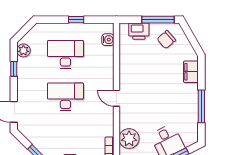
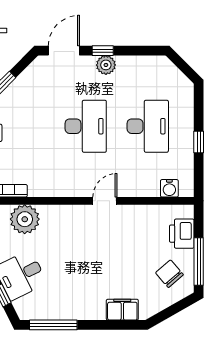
plant: (23, 50) -> (106, 65), moved
window: (14, 69) -> (103, 51), moved
door: (116, 98) -> (105, 201), moved
window: (201, 106) -> (53, 325), moved

